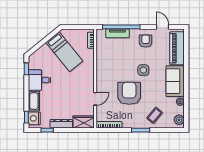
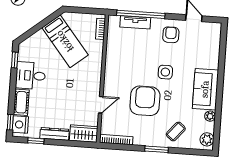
piano: (177, 48) -> (211, 47), removed

